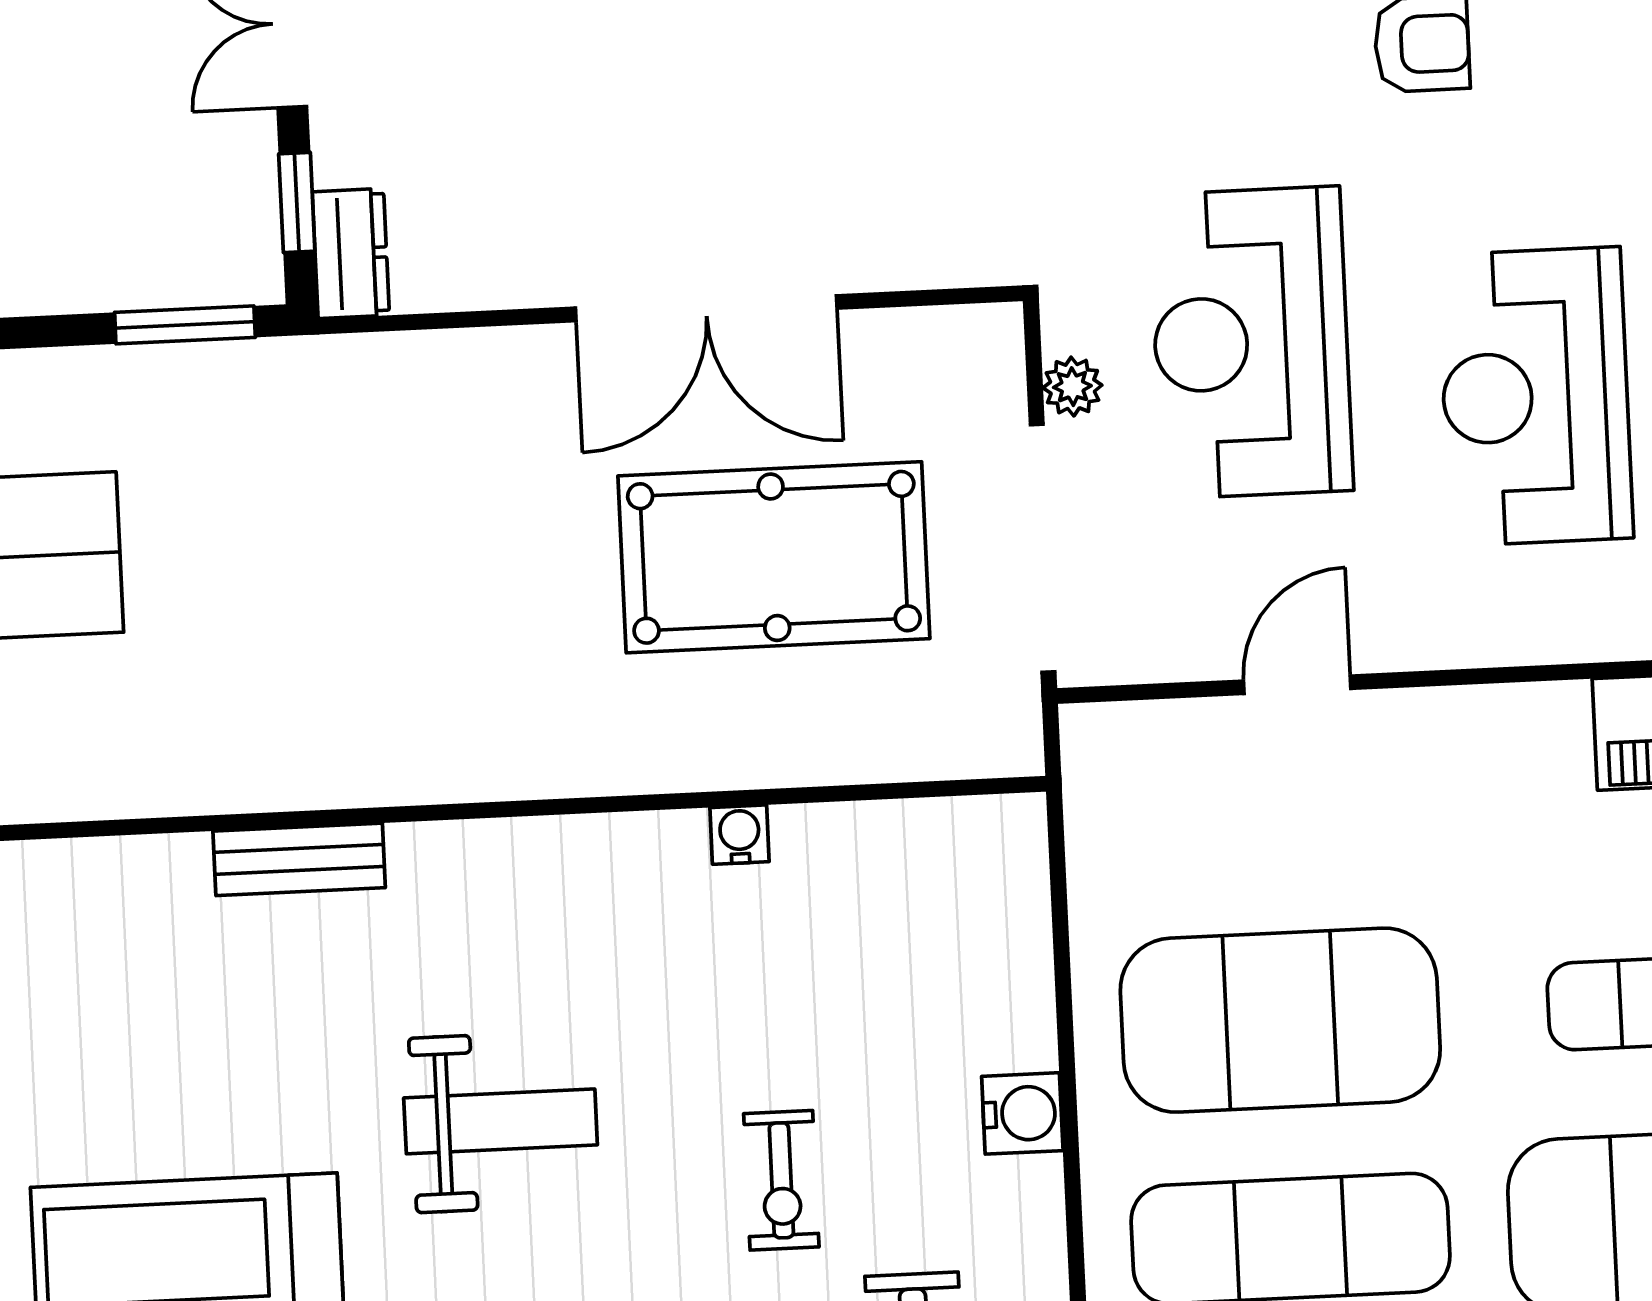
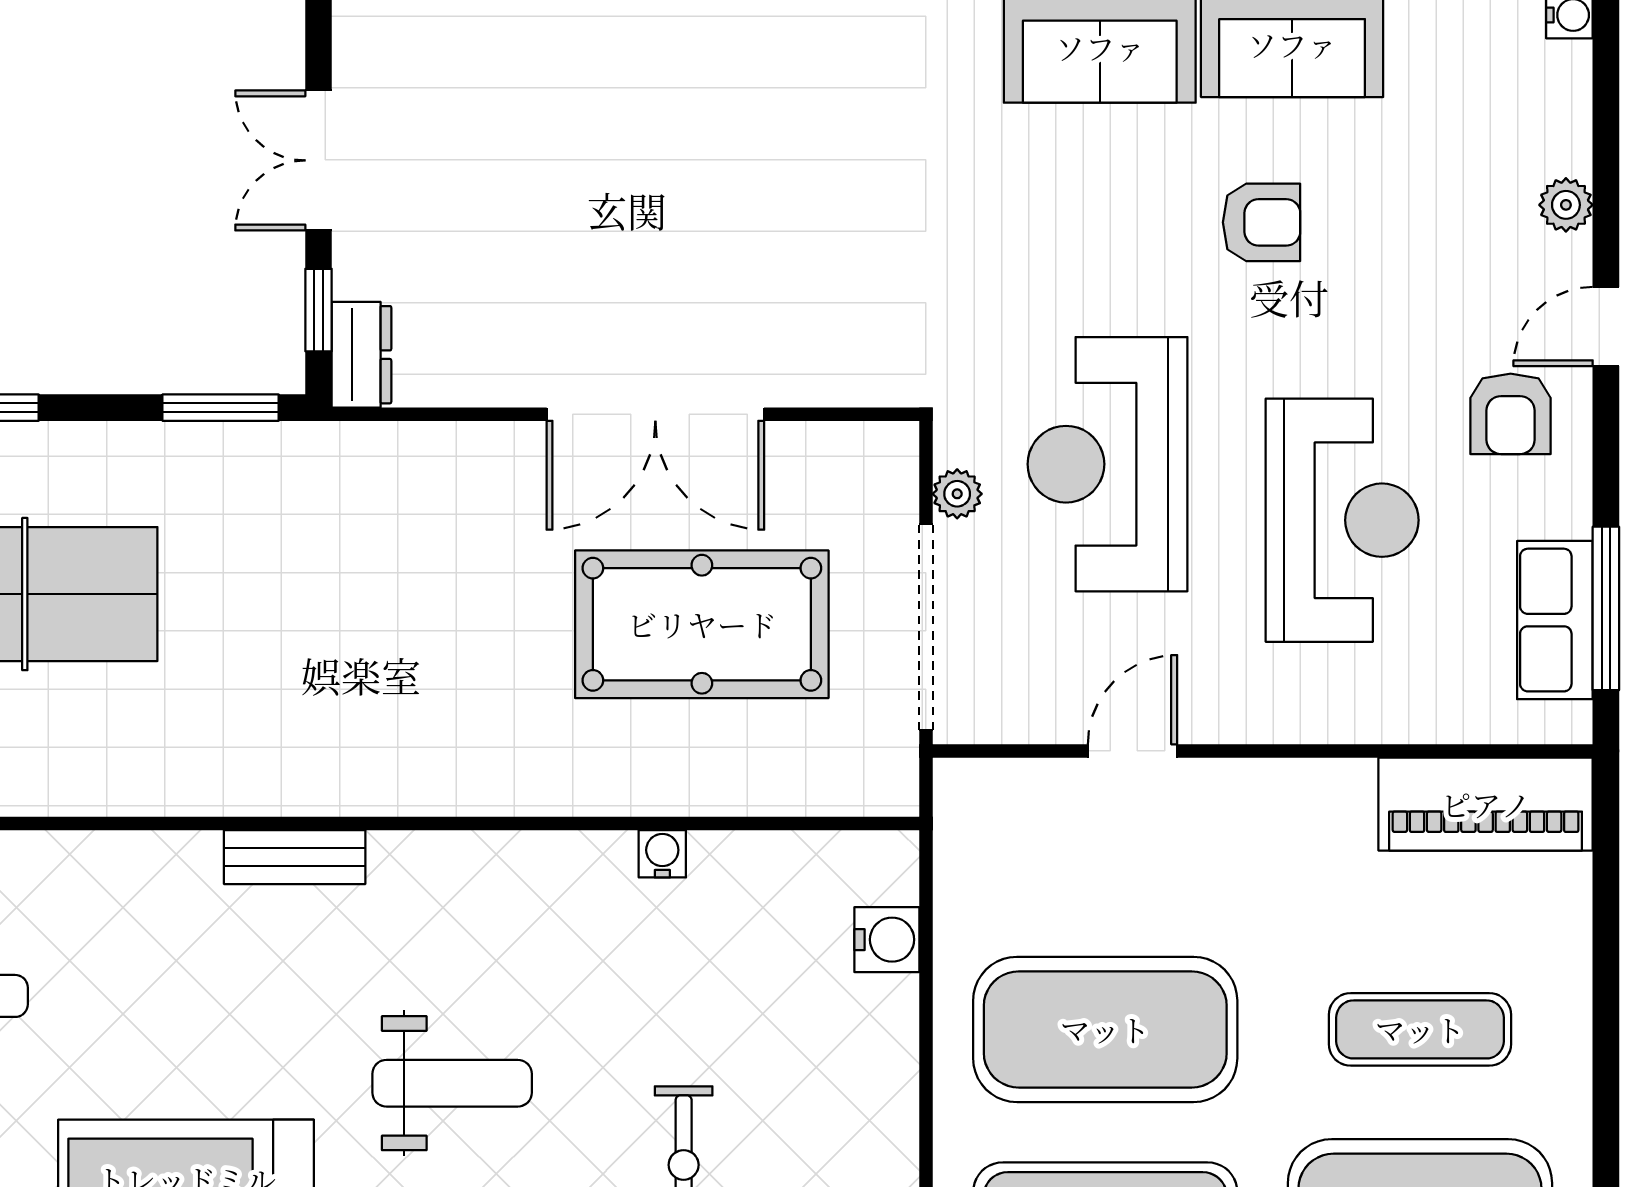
reception desk: (1535, 396) -> (1342, 520), turned 180
water cooler: (1022, 1113) -> (887, 940), moved

